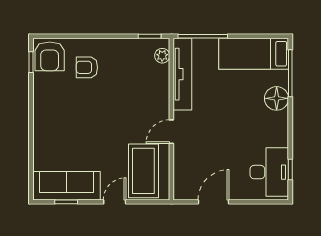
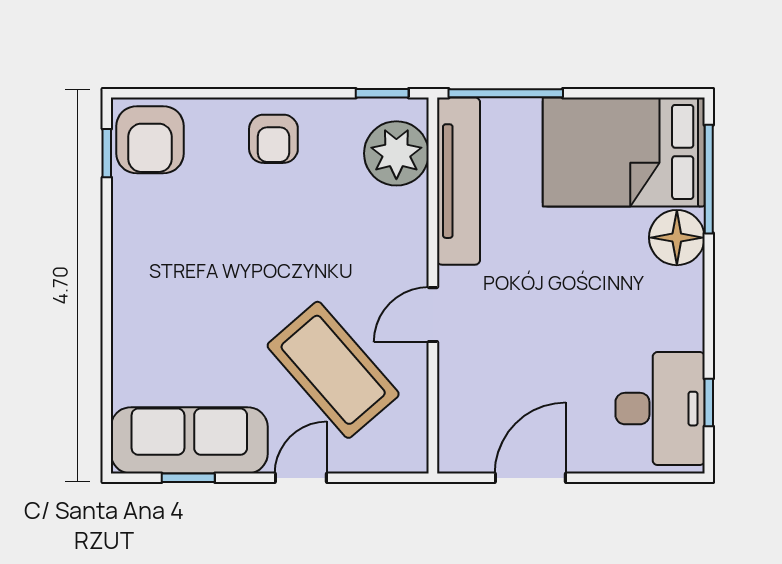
bed: (254, 54) -> (624, 152), width x1.50
plant: (162, 56) -> (396, 153), width x1.88, depth x1.88
armchair: (87, 67) -> (273, 139), moved, turned -90
coffee table: (143, 171) -> (333, 370), moved, turned -41

